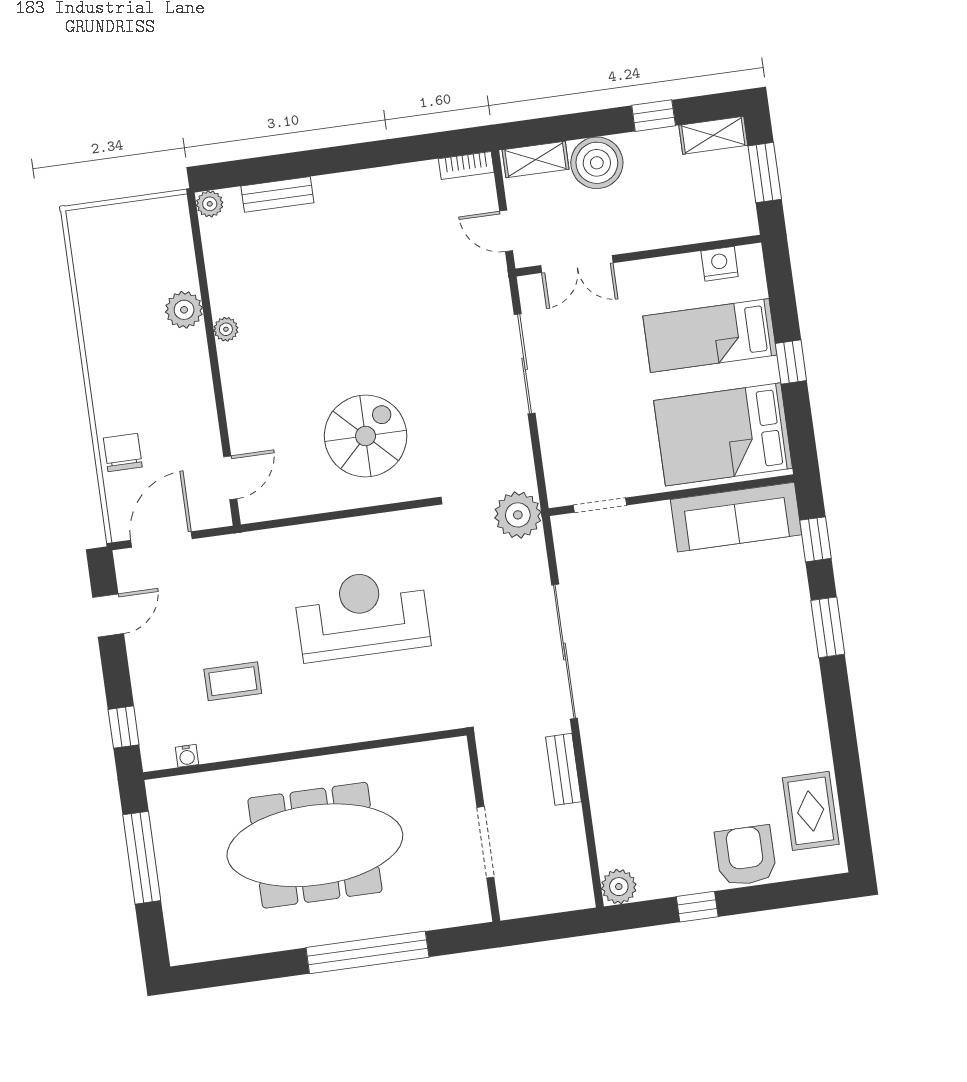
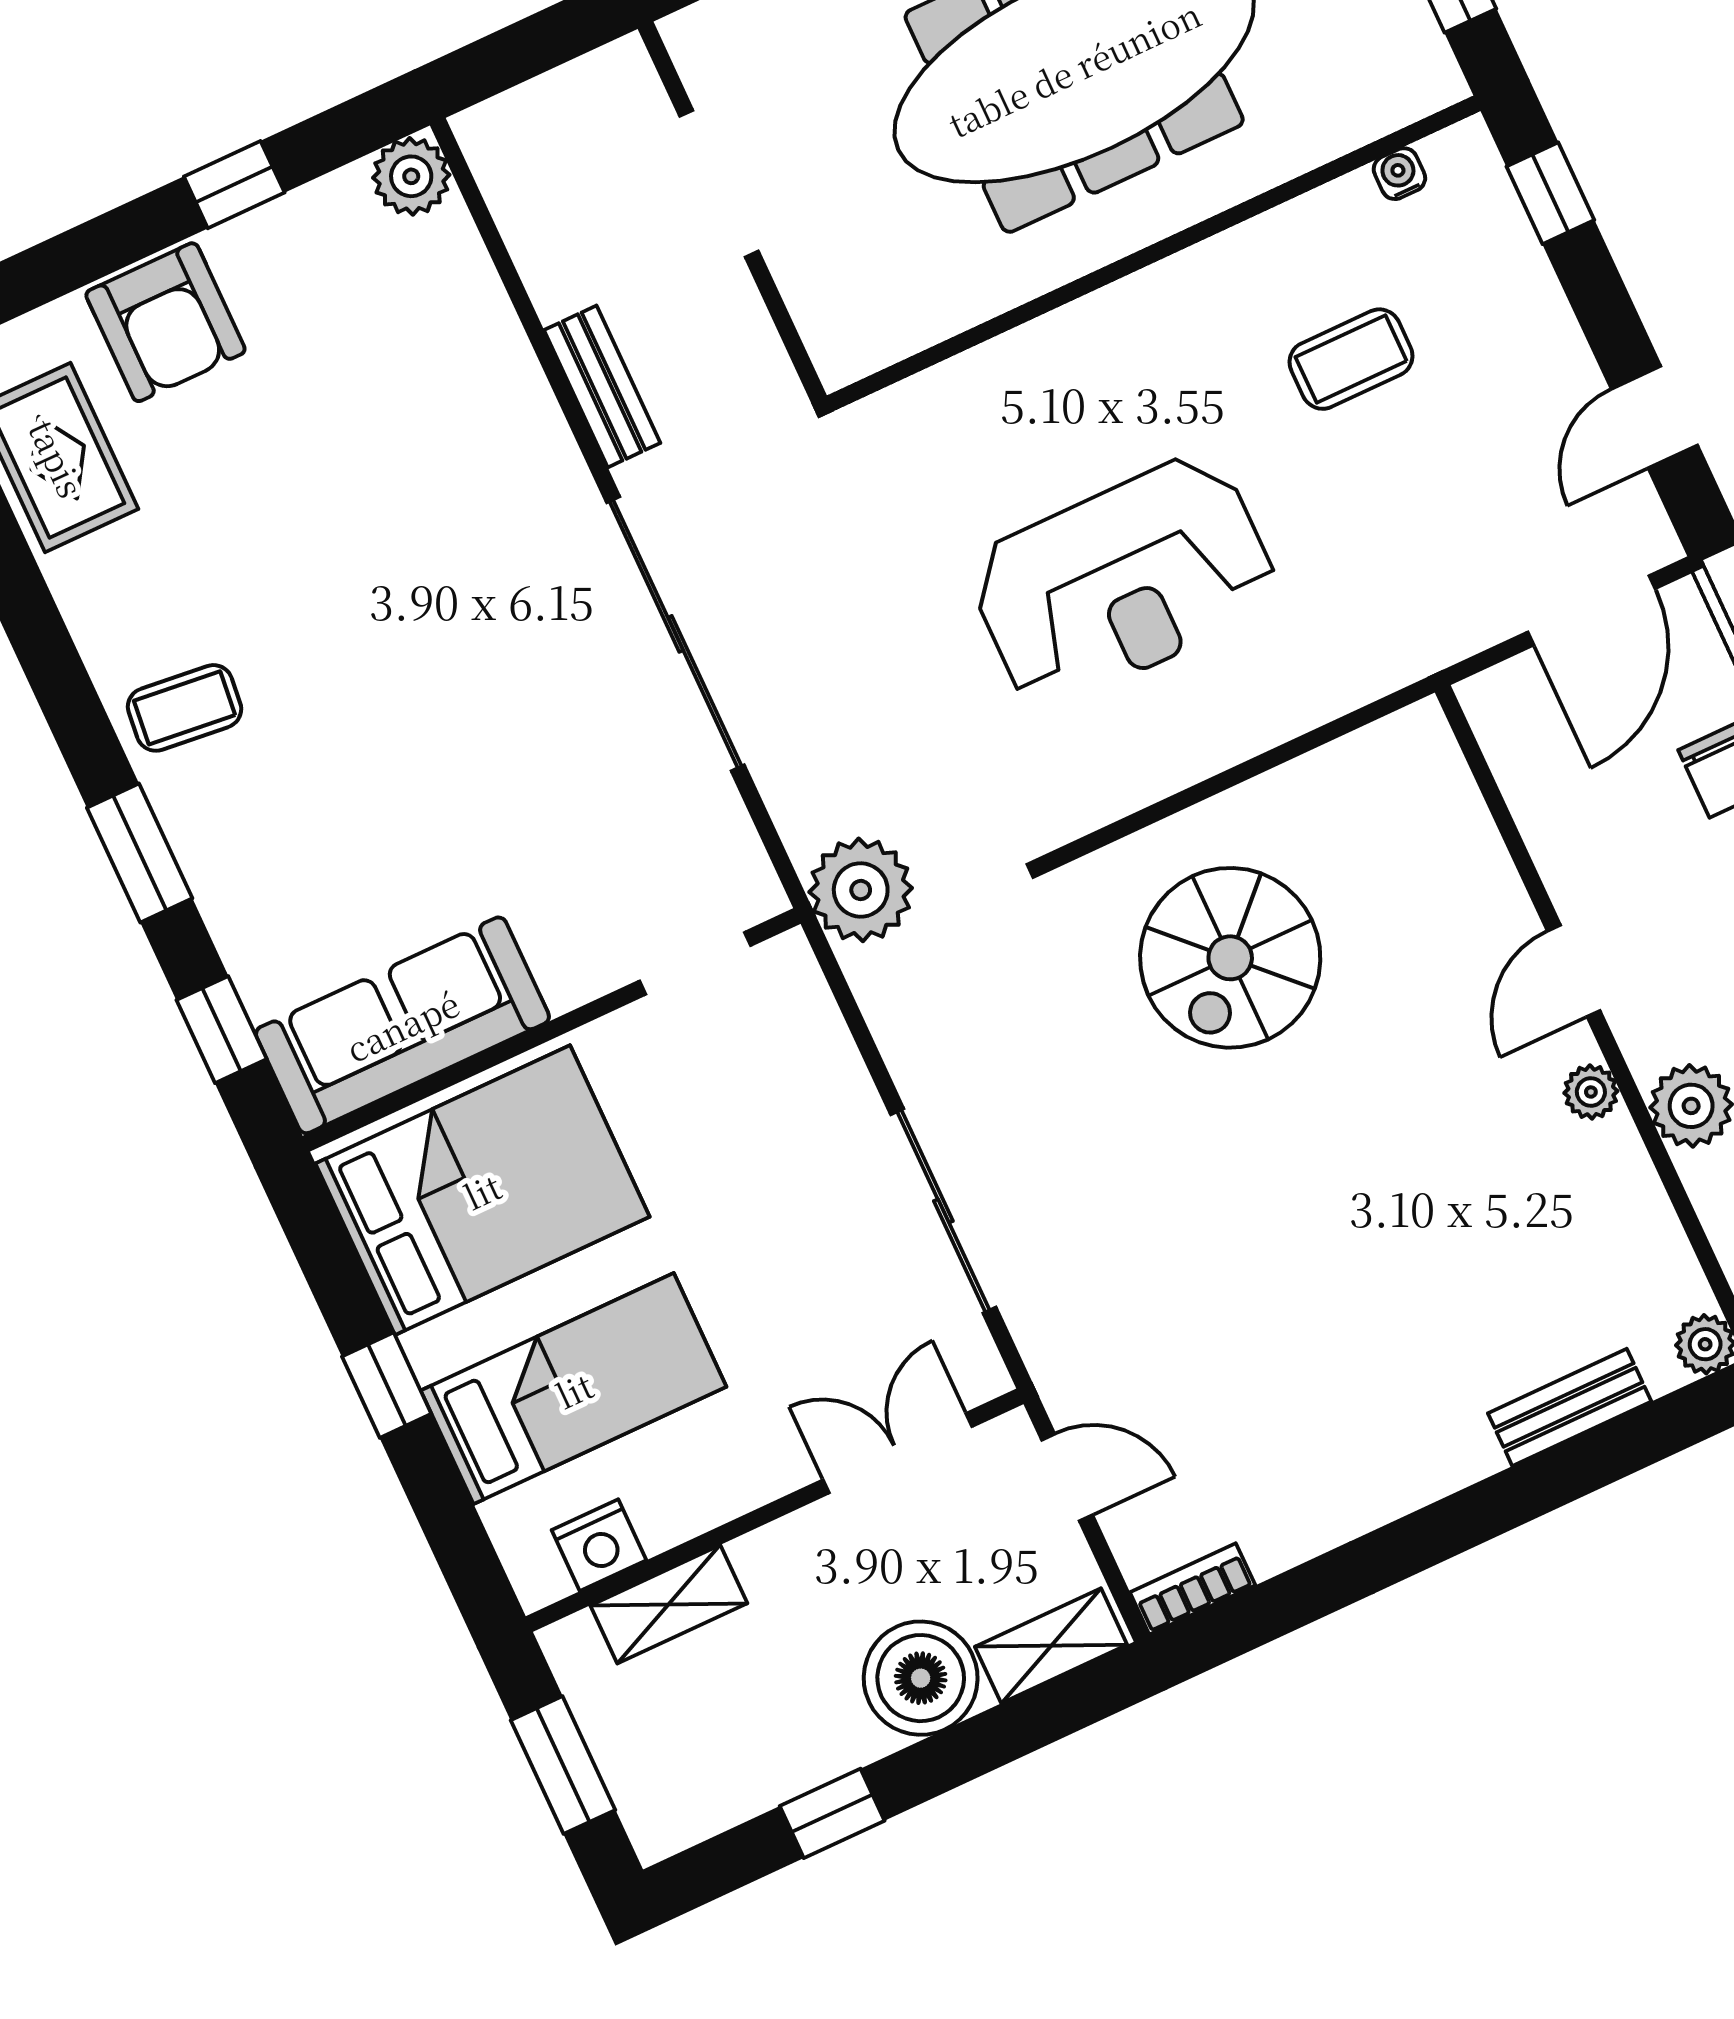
shelving: (713, 135) -> (669, 1604), moved
door: (230, 478) -> (1574, 971), moved
coffee table: (789, 685) -> (185, 708), added

